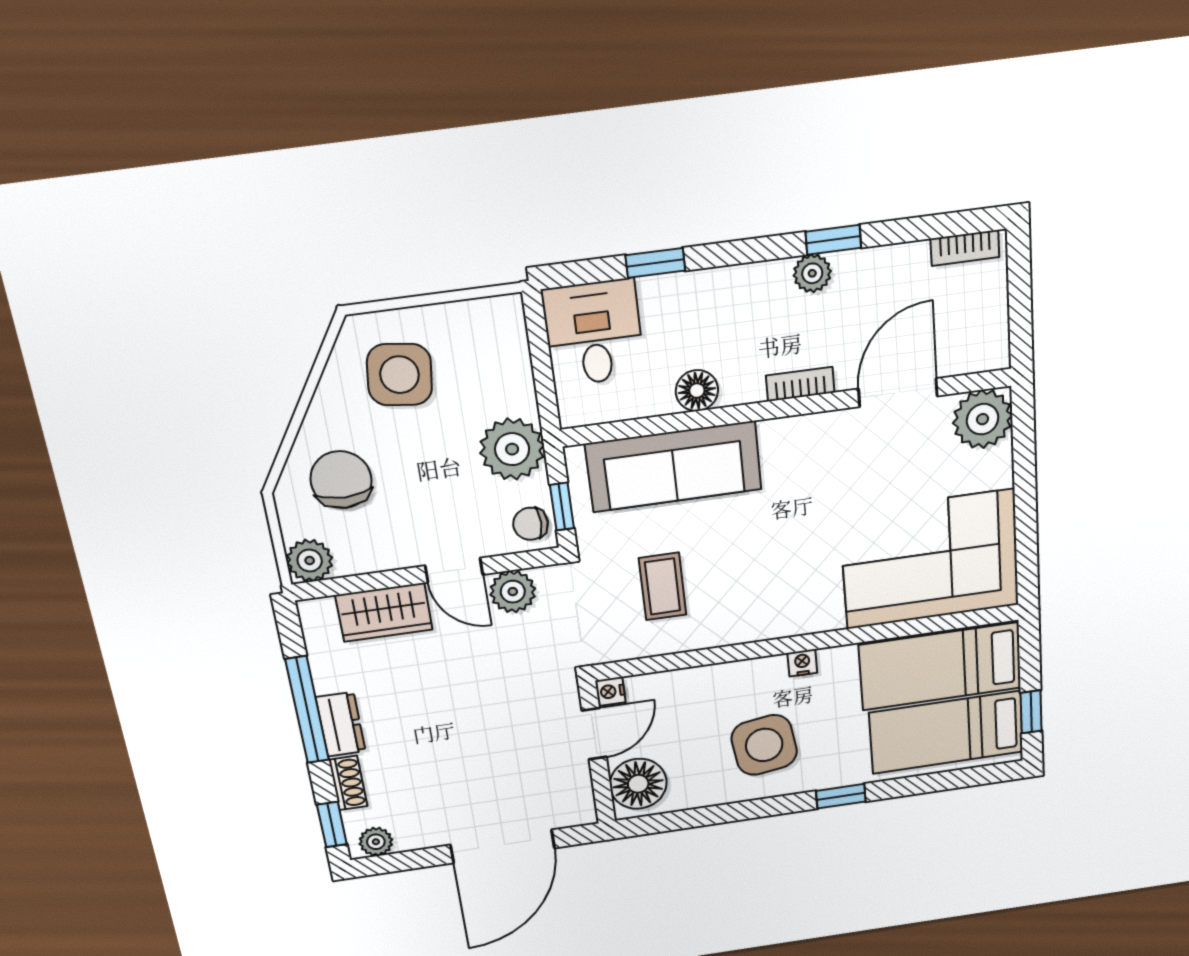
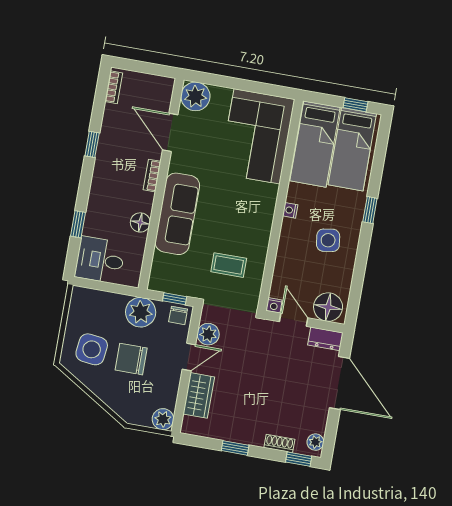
plant: (812, 273) -> (104, 157), removed
sofa: (674, 467) -> (177, 214), moved
chair: (341, 480) -> (131, 359), moved
window: (307, 710) -> (235, 448), width x0.46
dresser: (341, 724) -> (325, 339), moved, turned 180
side table: (764, 745) -> (328, 240), width x0.73, depth x0.73

